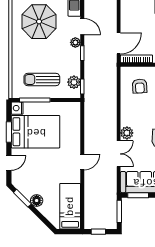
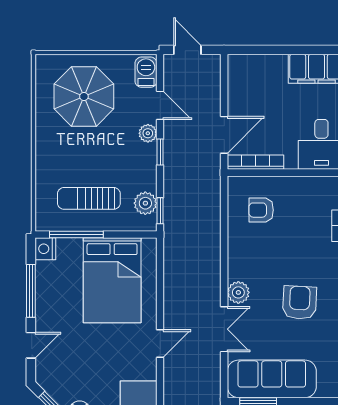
armchair: (140, 86) -> (261, 210), turned 93
window: (9, 132) -> (31, 291), width x1.44
bed: (36, 132) -> (112, 280), moved, turned 90

